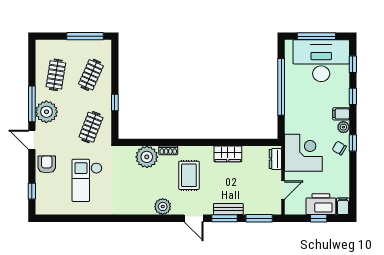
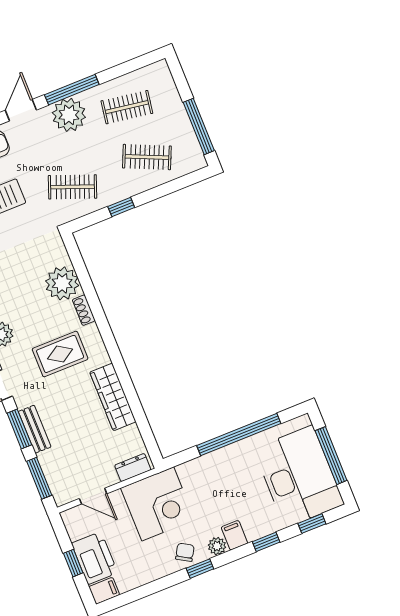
wardrobe: (228, 154) -> (113, 397), width x1.50

